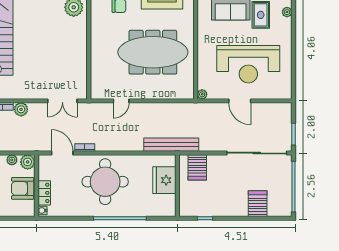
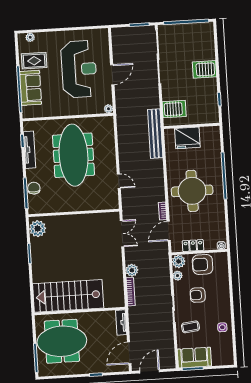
armchair: (23, 188) -> (203, 264), turned 90
locker: (44, 193) -> (193, 246), moved
server rack: (258, 204) -> (204, 69), moved

